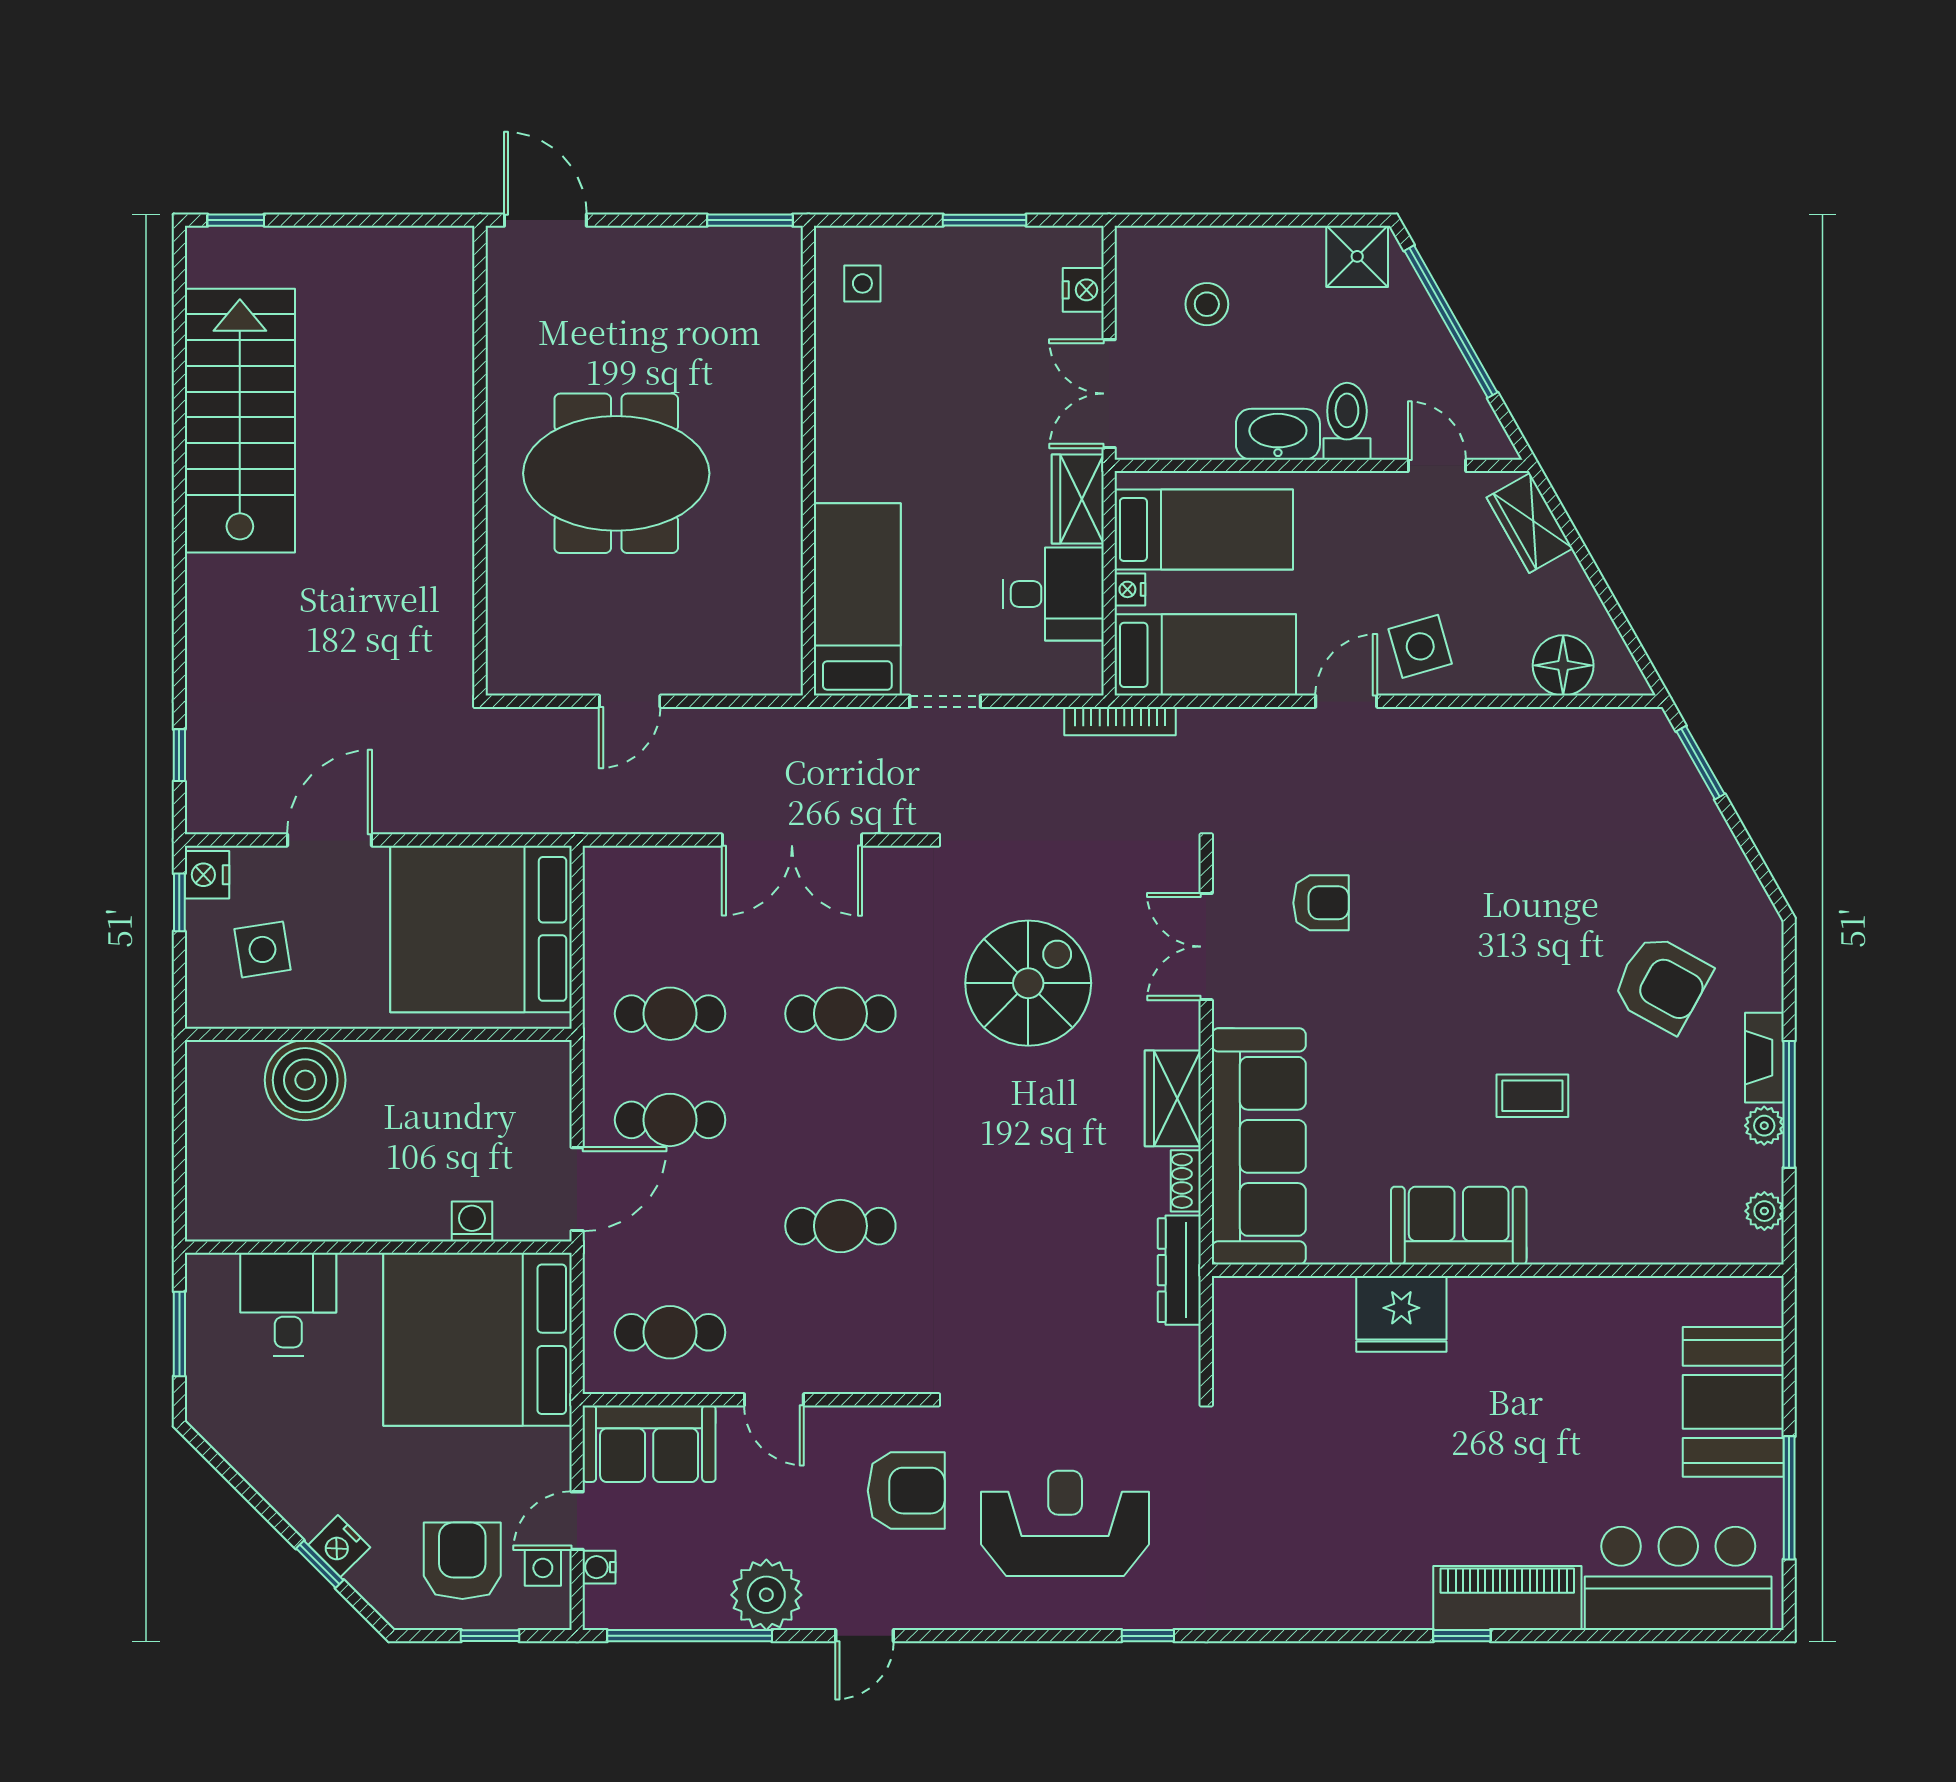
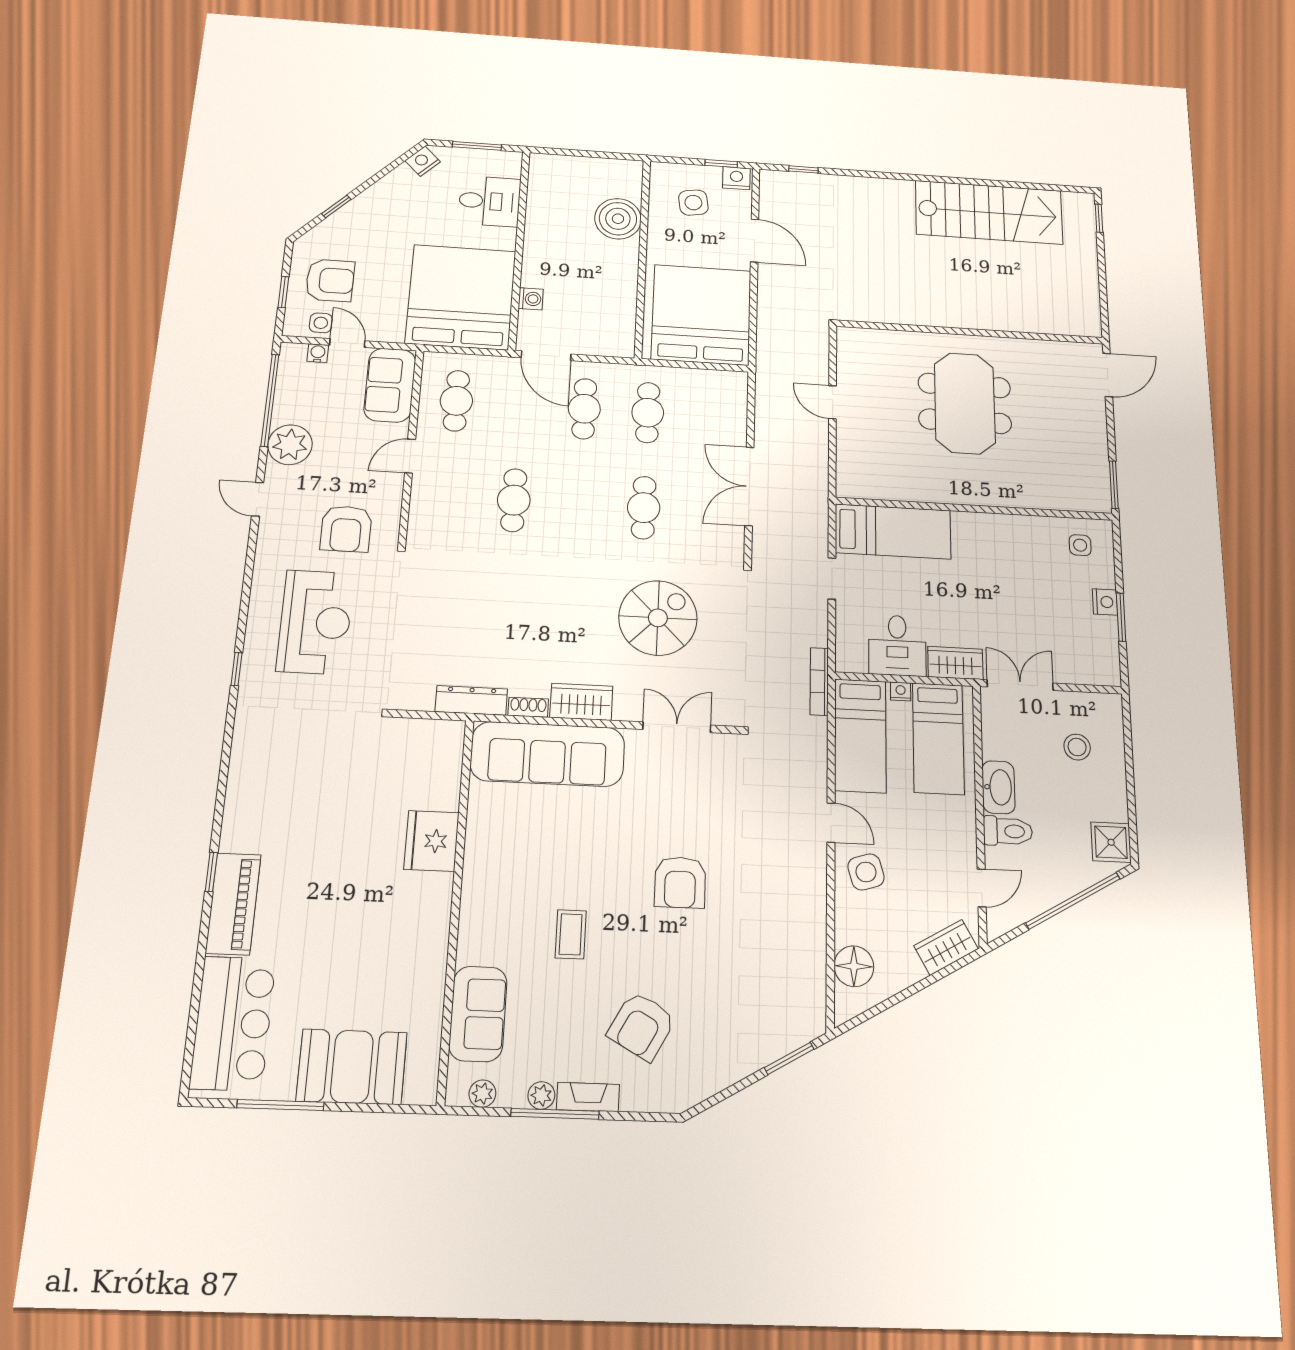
nightstand: (1083, 290) -> (1105, 602), moved, turned -90
armchair: (1321, 903) -> (680, 882), moved, width x1.38, depth x1.38
spiral stairs: (1028, 983) -> (658, 618), turned -90
sofa: (1459, 1226) -> (478, 1014), moved
nightstand: (339, 1546) -> (423, 161), moved

